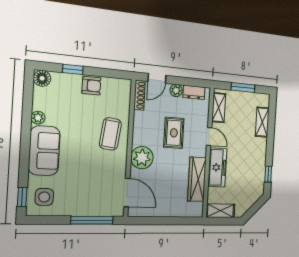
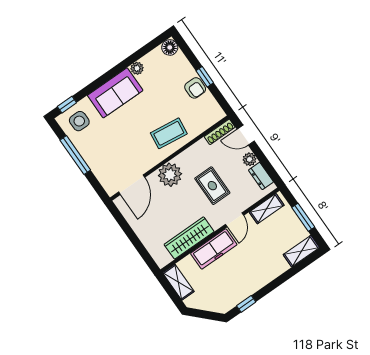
window: (73, 69) -> (205, 77), moved
shelving: (262, 122) -> (301, 251), moved
rug: (174, 133) -> (212, 186), turned 90
window: (92, 220) -> (75, 155), moved

